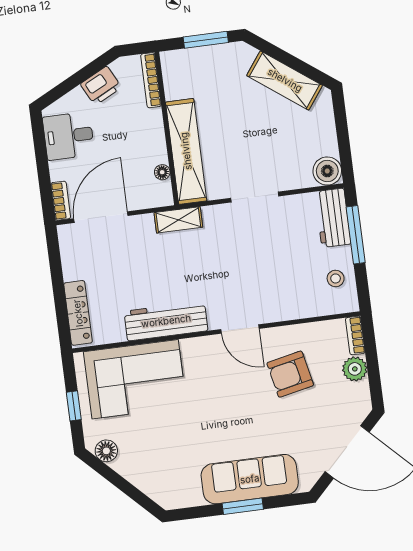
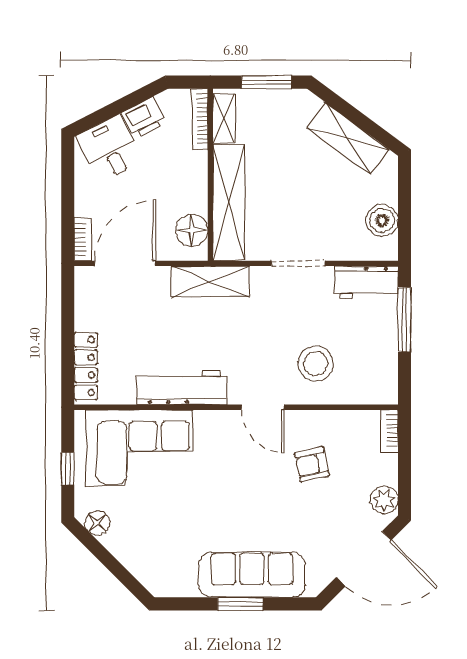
shelving: (172, 77) -> (224, 118), added
desk: (69, 136) -> (109, 149), moved, turned 63
boiler: (327, 171) -> (382, 220), moved
floor lamp: (162, 172) -> (192, 230), width x1.89, depth x1.89
workbench: (333, 218) -> (366, 282), moved, turned -90
shelving: (178, 220) -> (210, 281), width x1.50, depth x1.33
stool: (336, 278) -> (316, 364), moved, width x1.89, depth x1.89
plant: (355, 369) -> (384, 500), moved
armchair: (290, 374) -> (312, 464), width x0.72, depth x0.72

